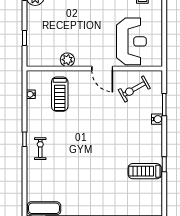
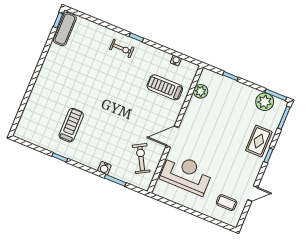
reception desk: (131, 41) -> (186, 174), turned 180
plant: (67, 60) -> (201, 91), moved
treadmill: (145, 171) -> (71, 125), moved

